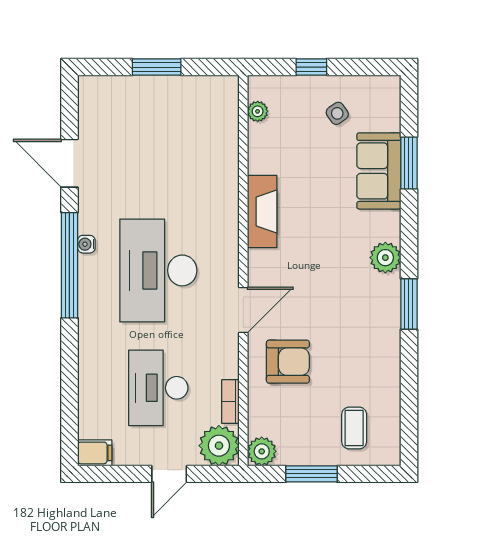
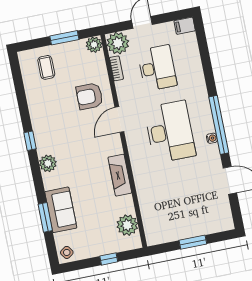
plant: (258, 111) -> (127, 225), width x1.87, depth x1.87
side table: (337, 113) -> (67, 252), moved
window: (409, 304) -> (30, 141), width x0.67

